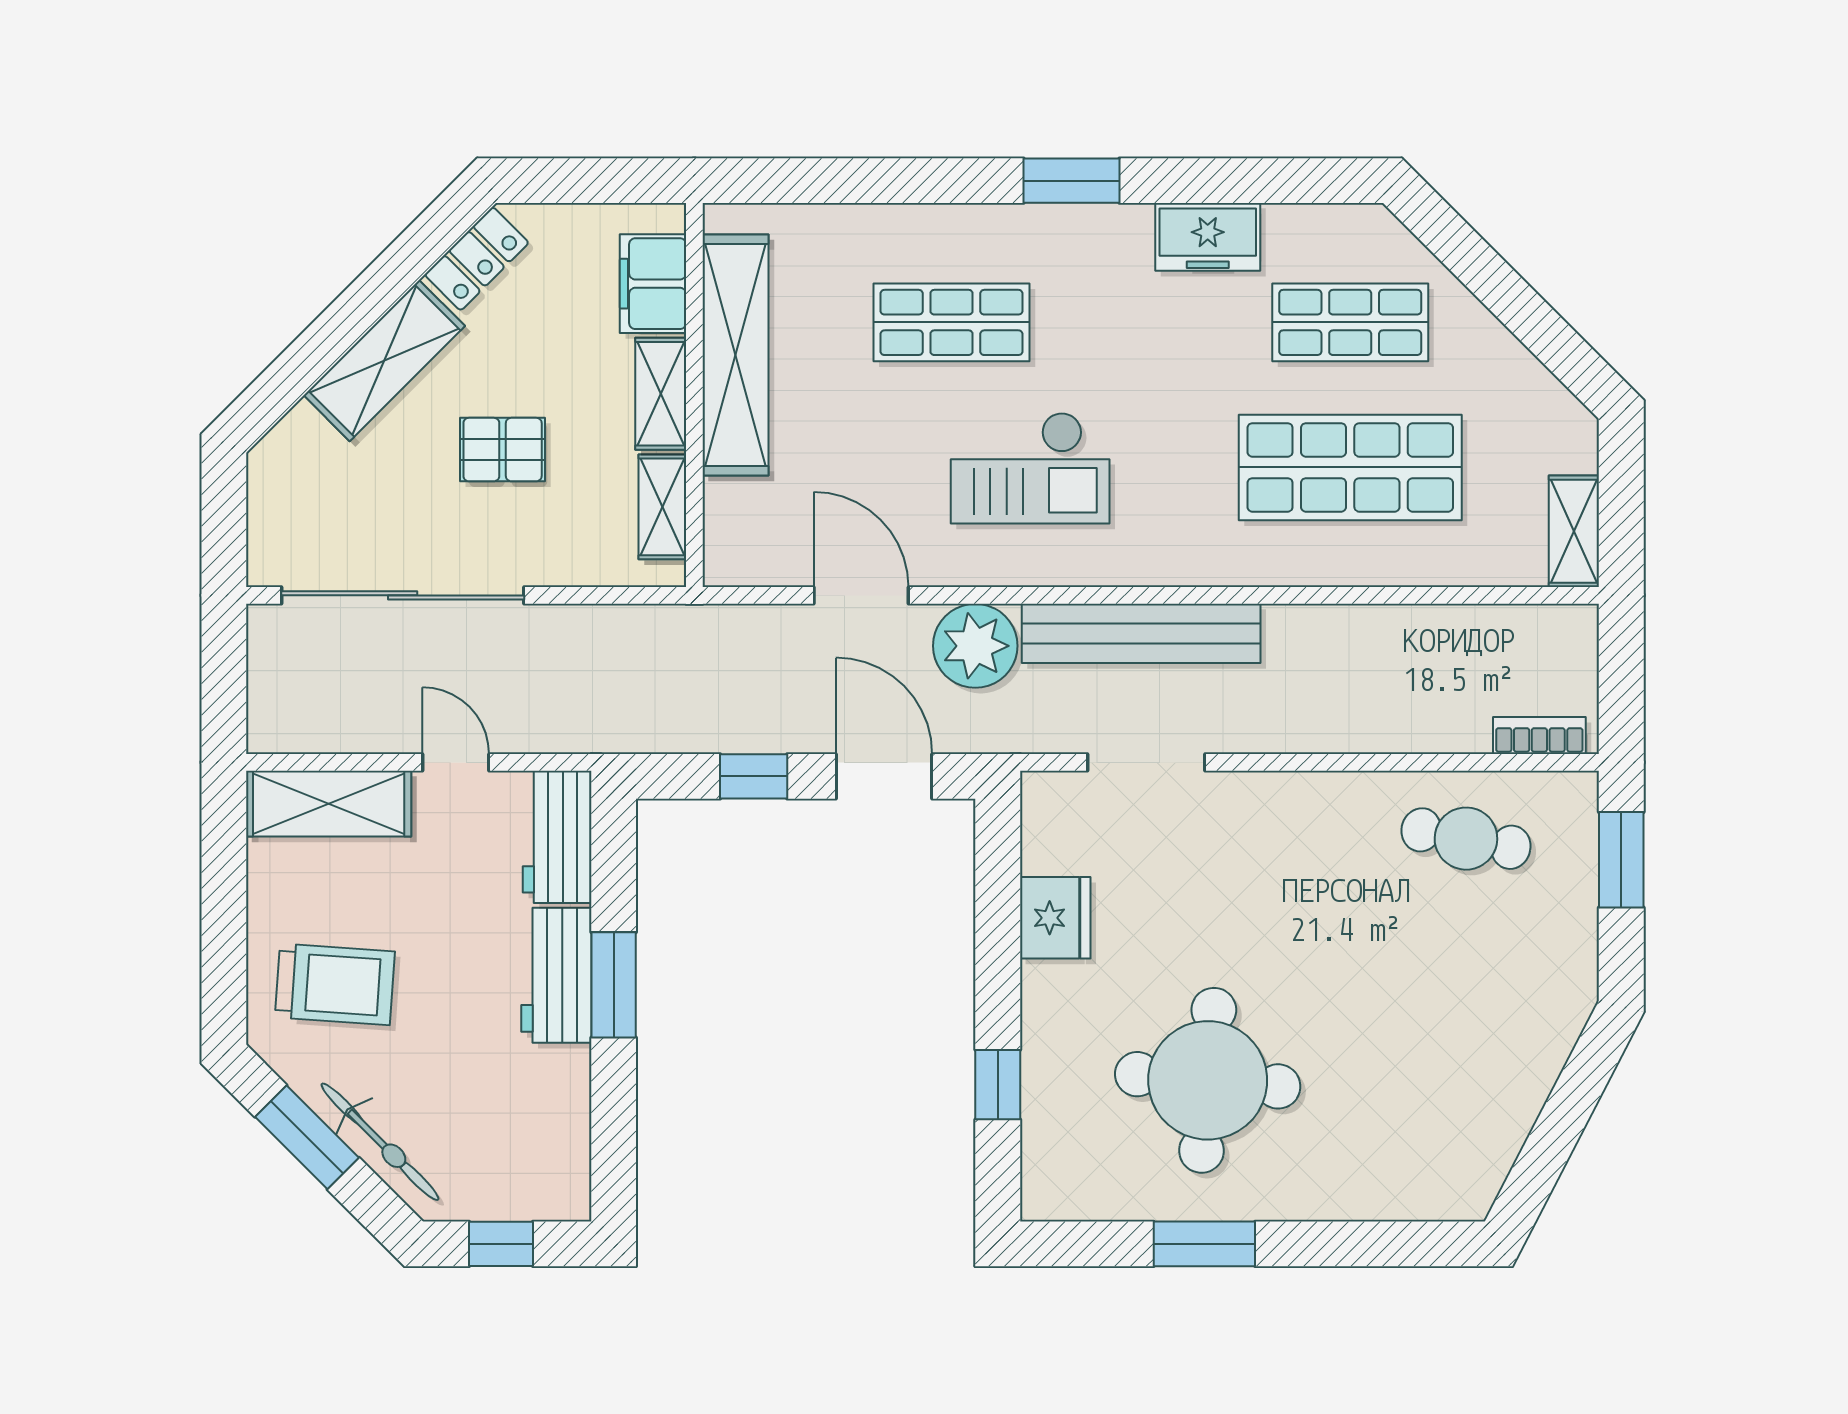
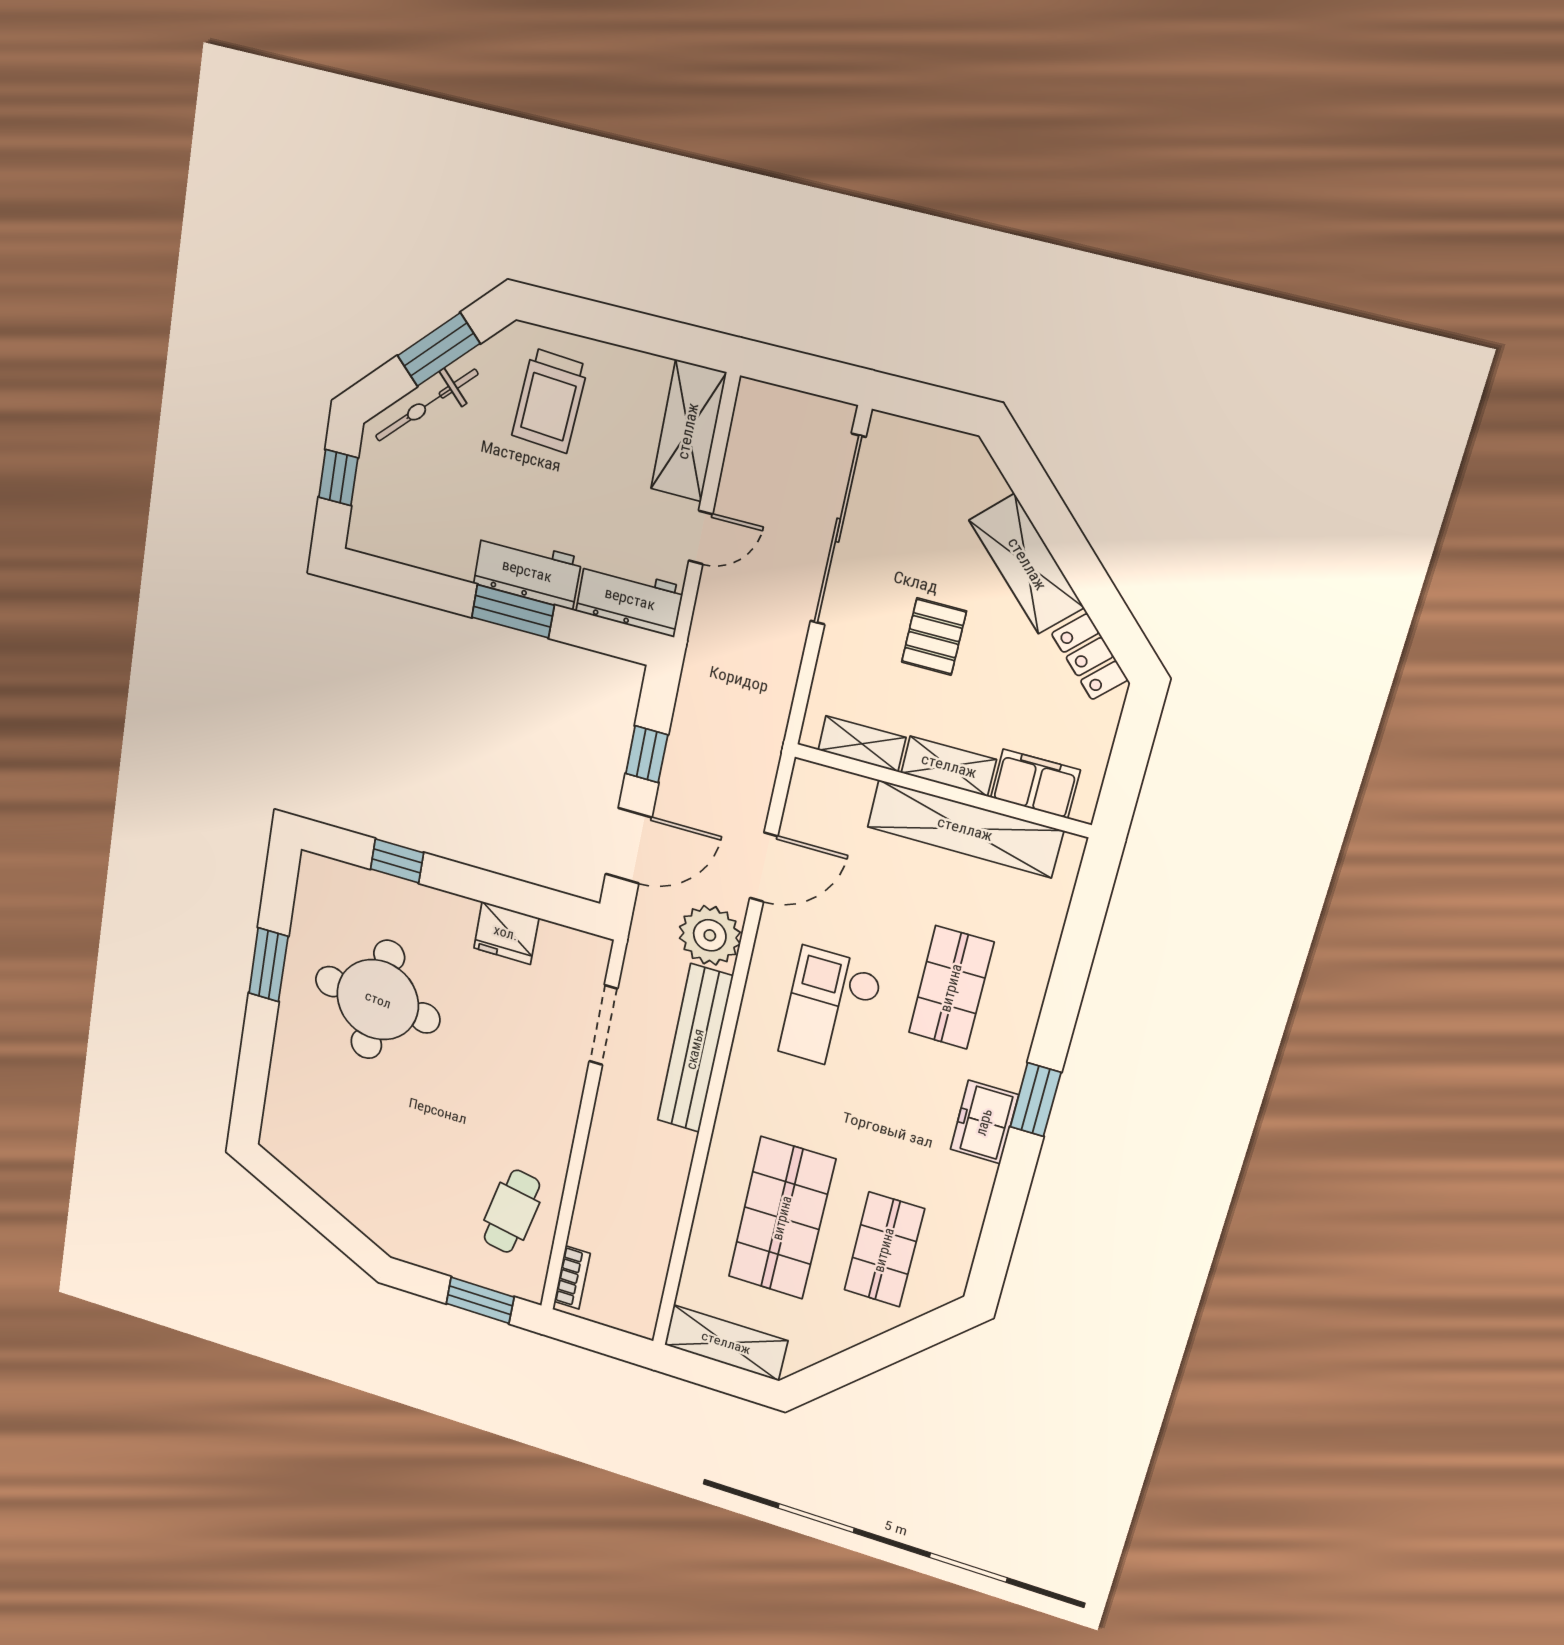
freezer: (1208, 237) -> (984, 1122), moved
shelving: (1574, 531) -> (726, 1343), width x1.50, depth x1.33

